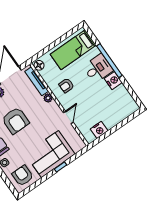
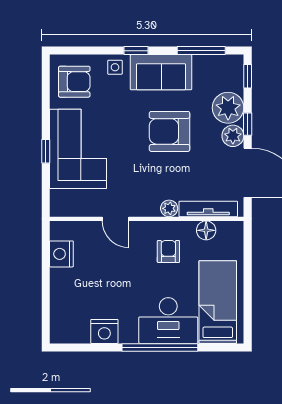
floor lamp: (39, 65) -> (206, 230), moved
desk: (98, 68) -> (168, 321), width x1.37
nightstand: (113, 81) -> (104, 331), moved

